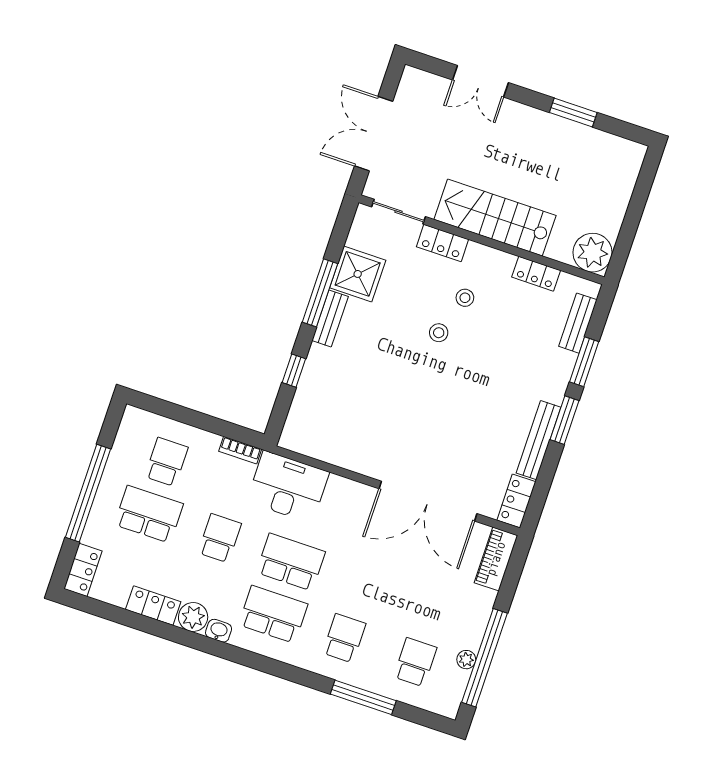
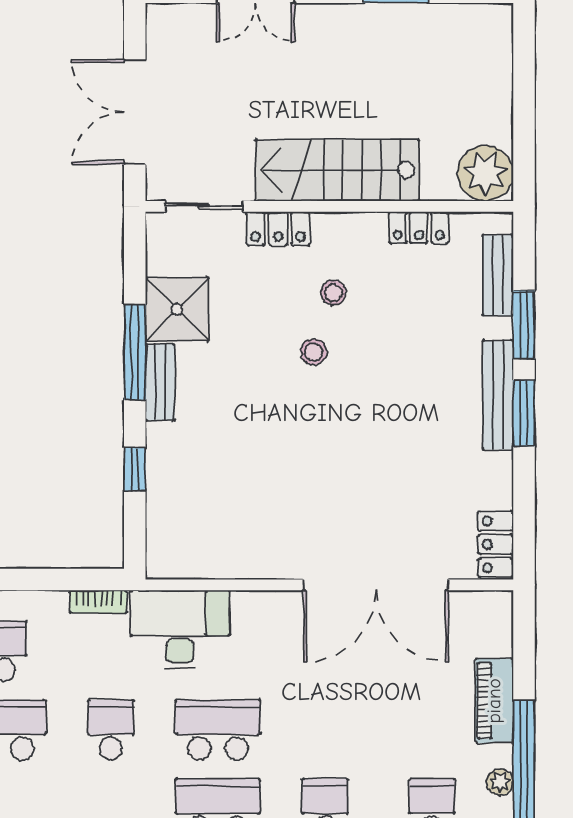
bench: (539, 440) -> (498, 395), moved
piano: (496, 559) -> (494, 701), moved

